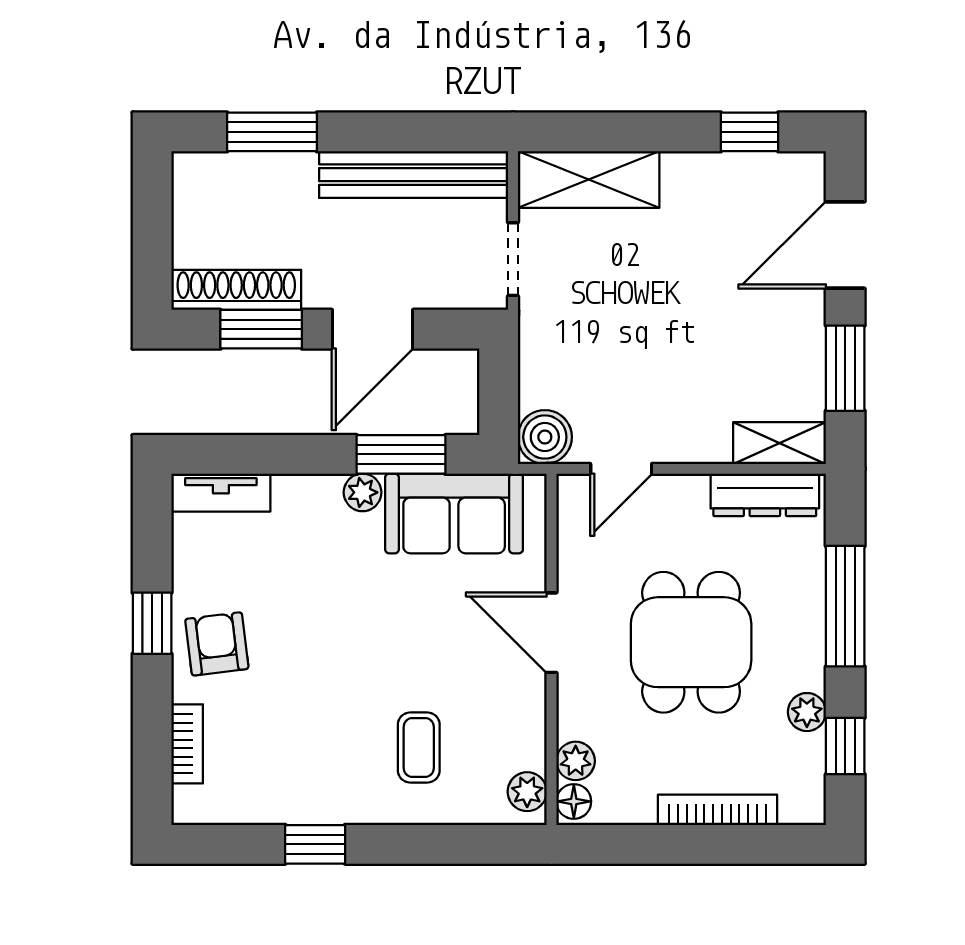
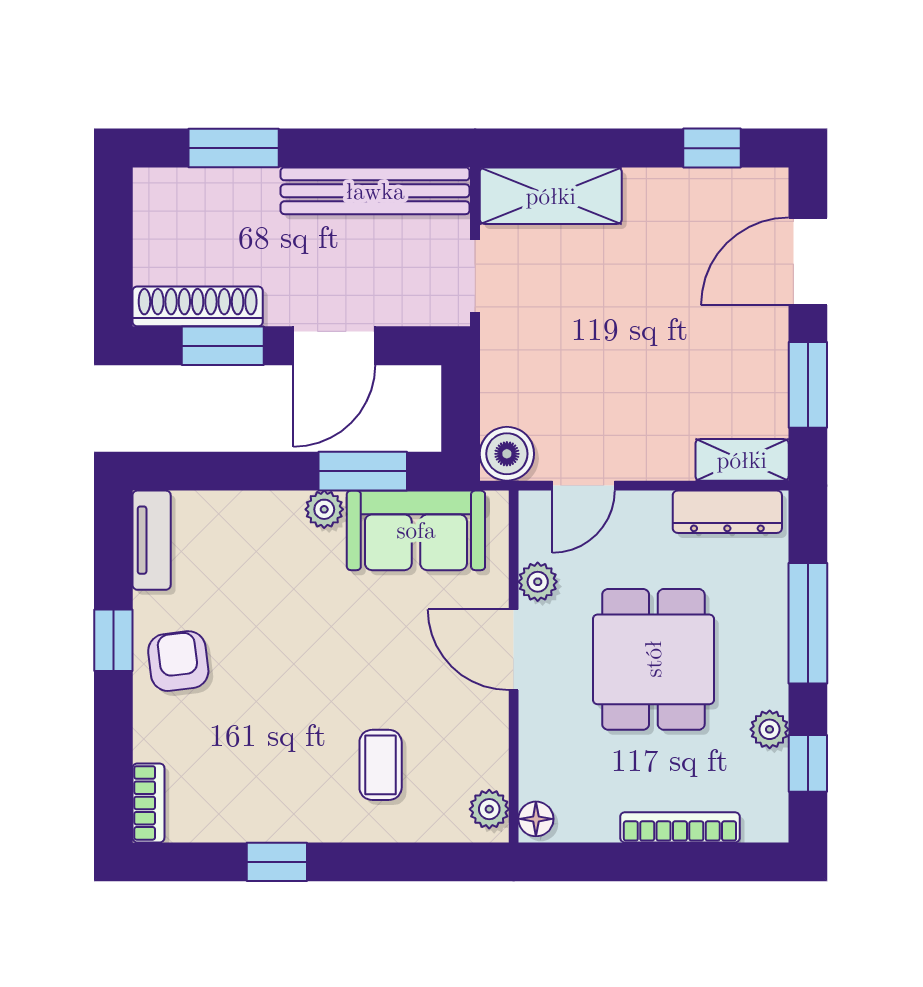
tv unit: (221, 493) -> (152, 540), moved, turned -90
bookcase: (187, 744) -> (148, 803), moved
plant: (576, 761) -> (538, 582), moved

